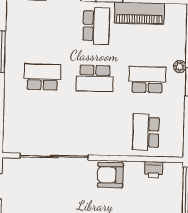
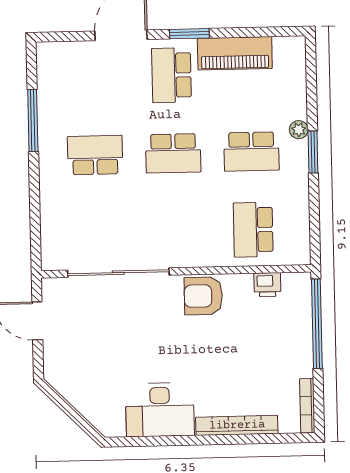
school desk: (96, 26) -> (171, 75), turned 180
school desk: (147, 80) -> (251, 152), turned 180

